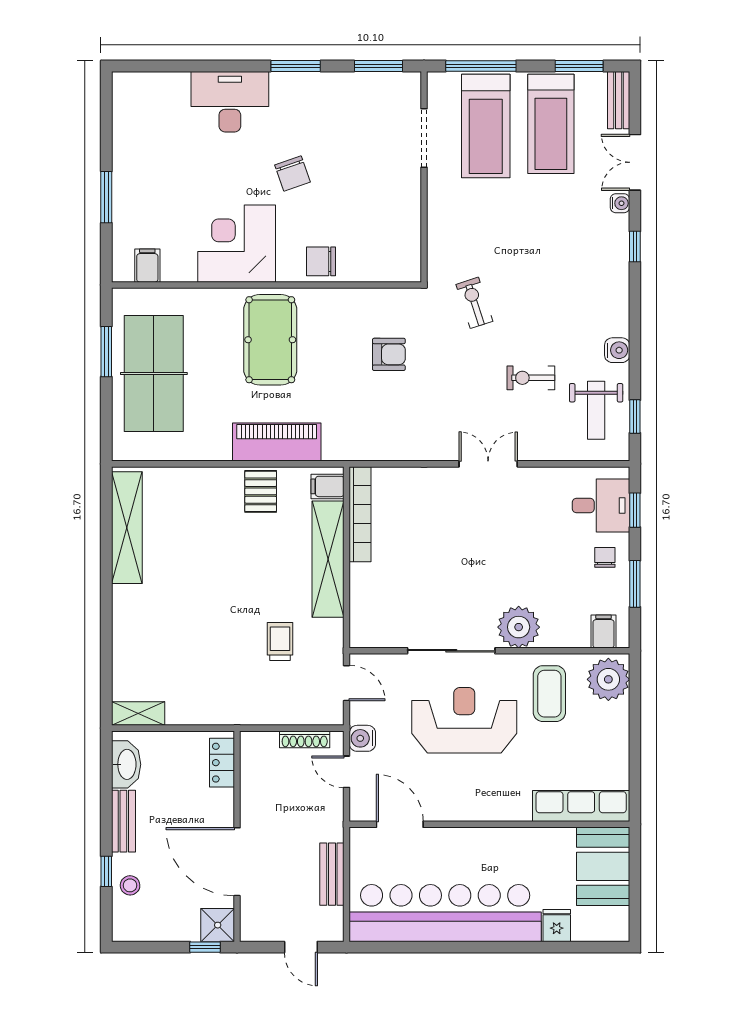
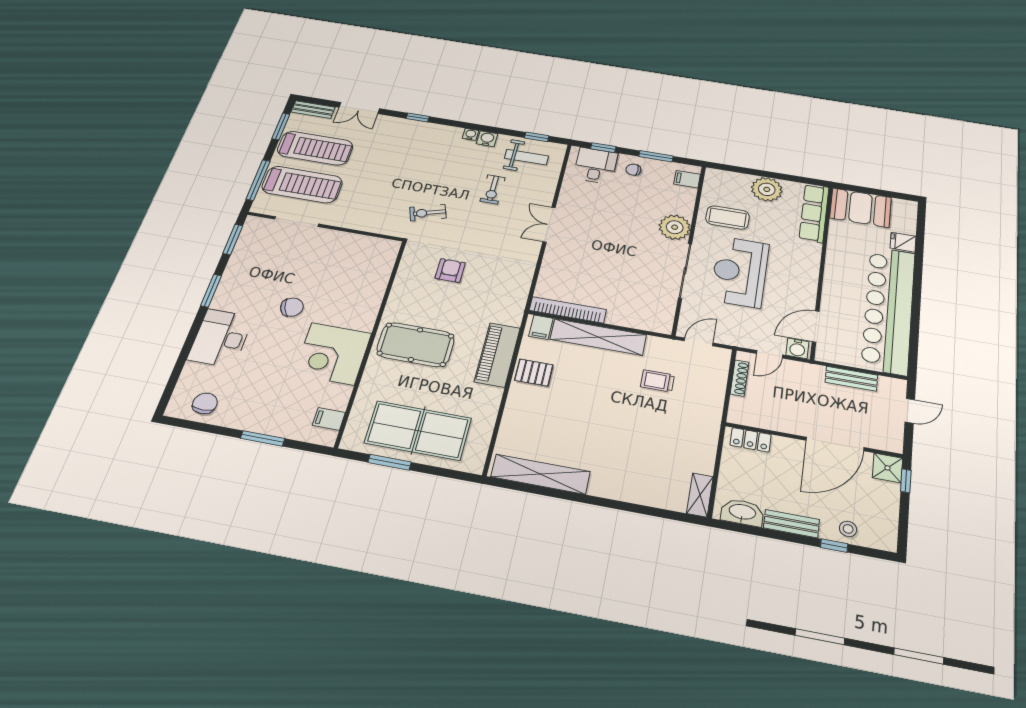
water cooler: (620, 203) -> (470, 134), moved
chair: (321, 261) -> (205, 403), moved, turned 180
plant: (608, 679) -> (767, 189), moved
water cooler: (362, 738) -> (797, 348), moved

